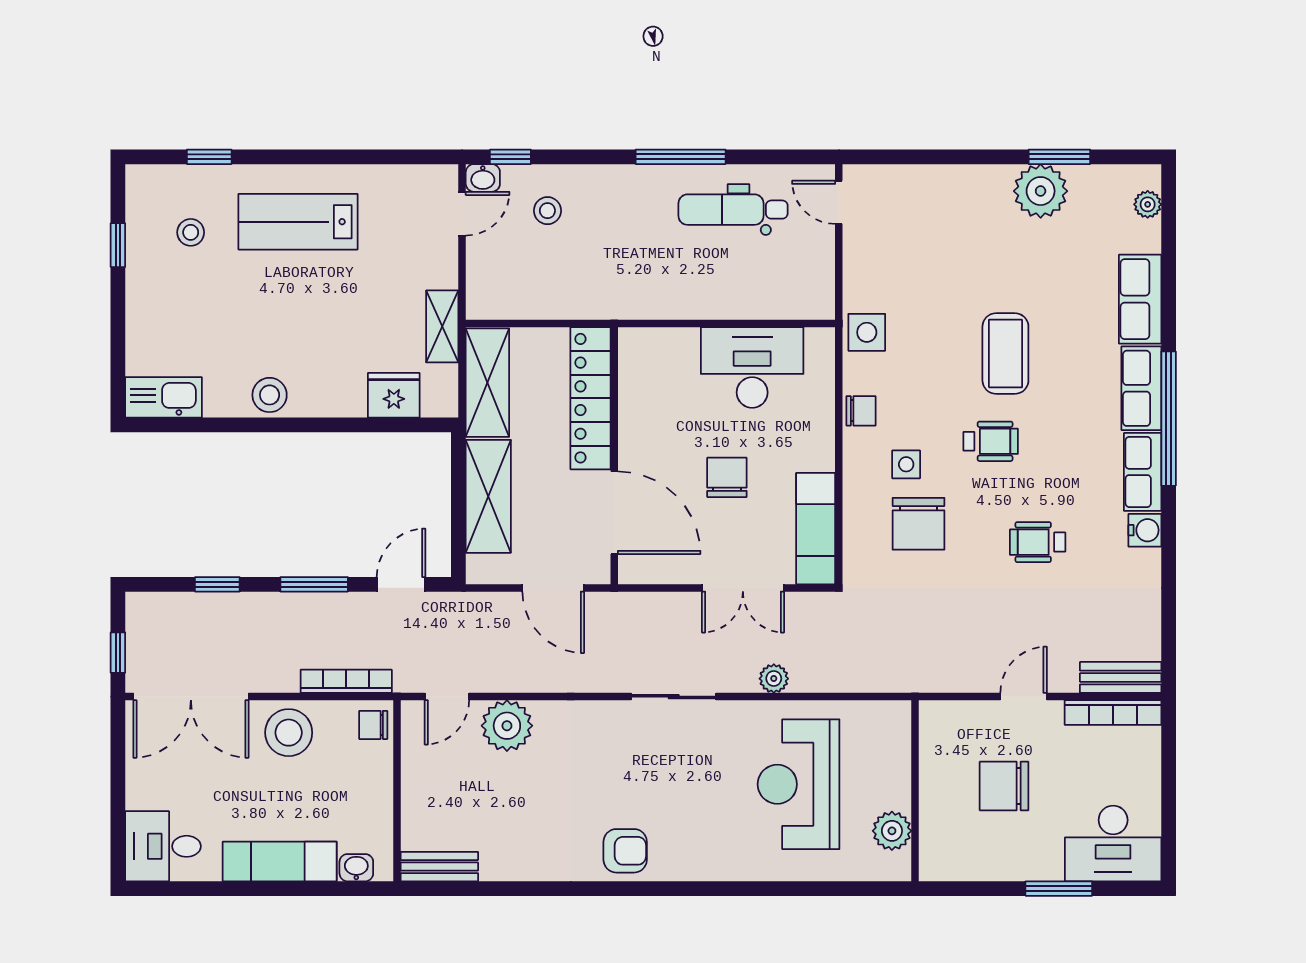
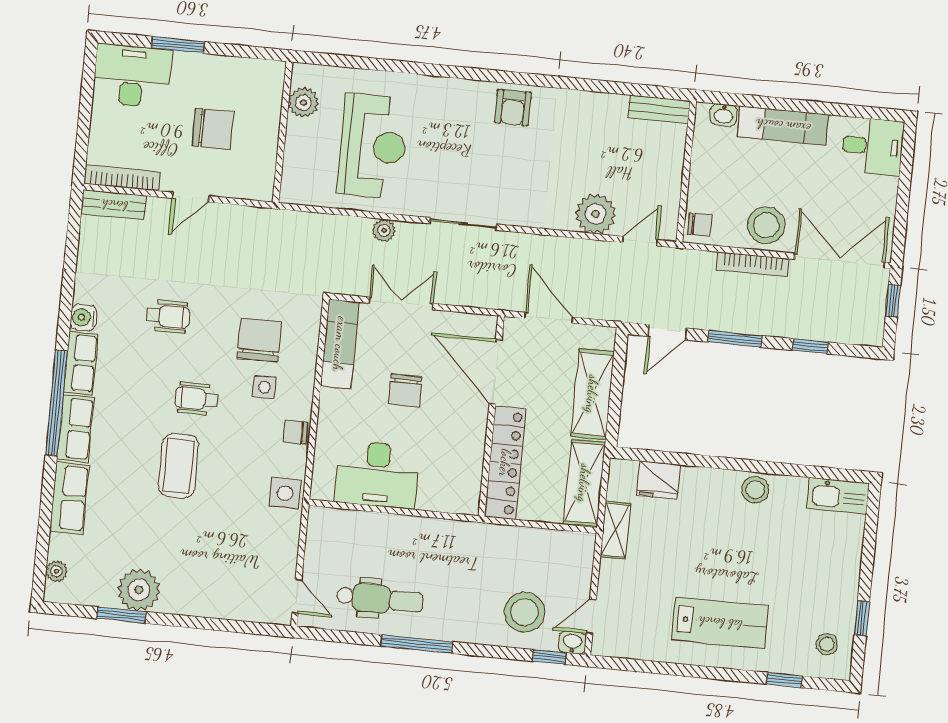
stool: (547, 211) -> (525, 612), width x1.89, depth x1.89
stool: (191, 232) -> (827, 644), moved
bookcase: (346, 681) -> (753, 264), moved
armchair: (625, 851) -> (513, 107), turned -90

